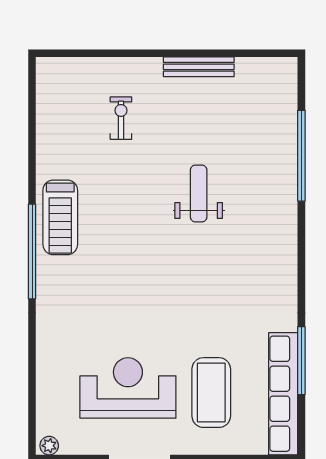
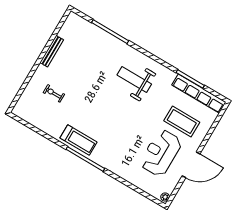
weight bench: (199, 193) -> (134, 80), moved, width x1.36, depth x1.33

